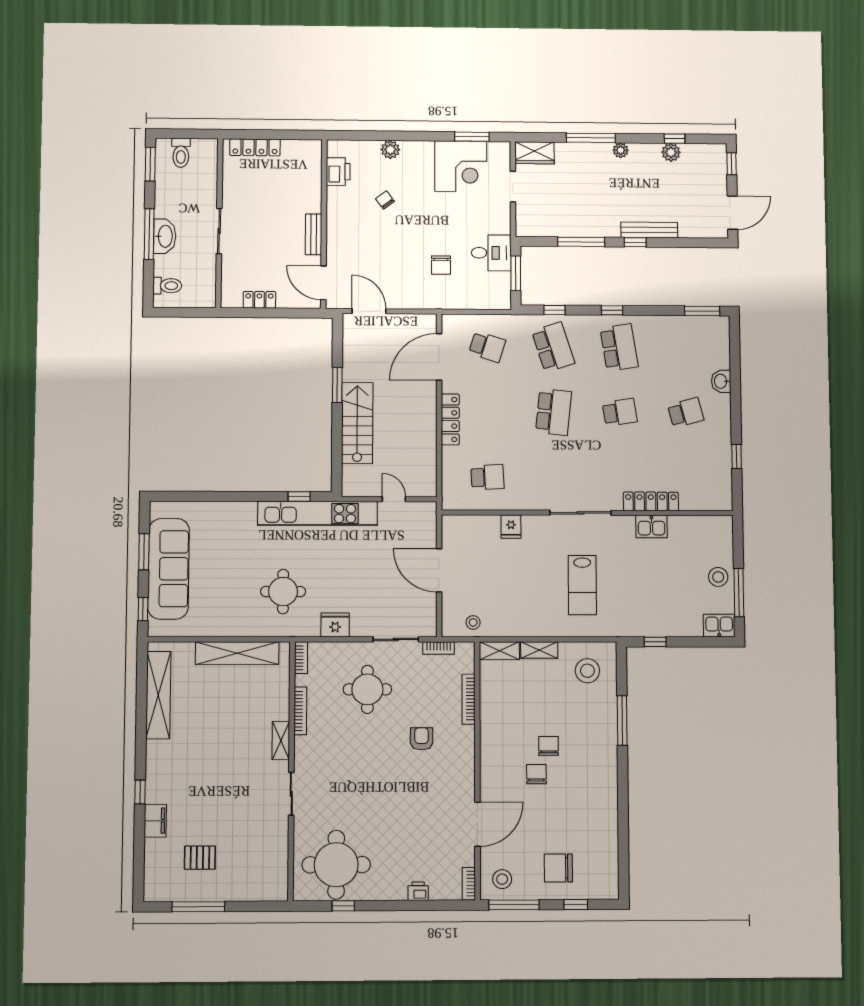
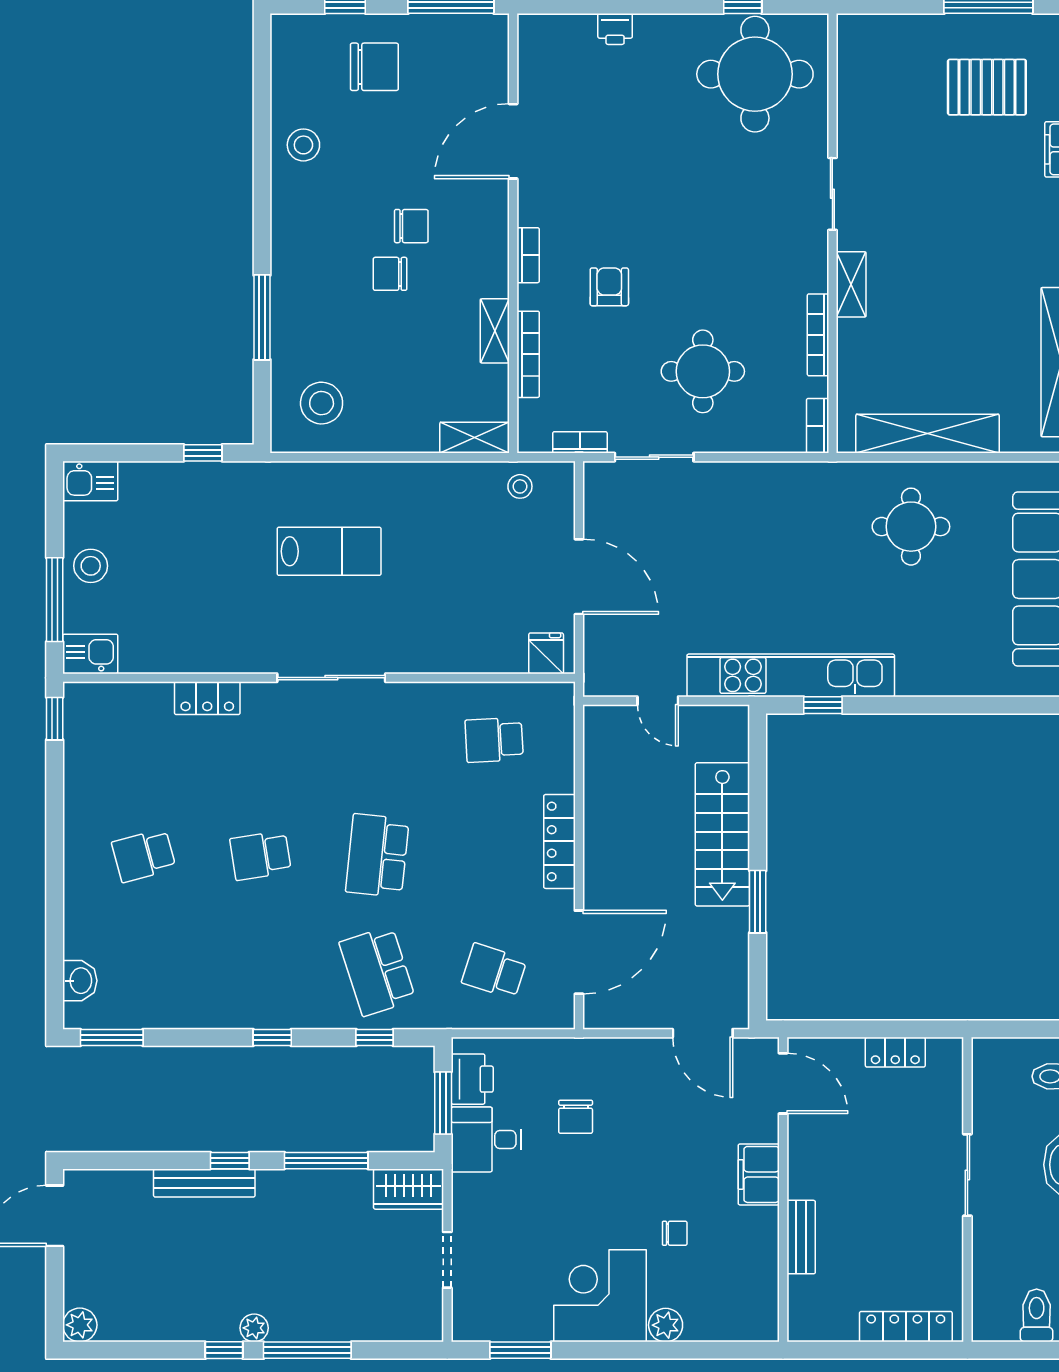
window: (675, 139) -> (224, 1350), moved
plant: (671, 152) -> (80, 1325), moved
wardrobe: (534, 153) -> (409, 1189), moved, turned 180
window: (732, 164) -> (55, 1305), removed
corner desk: (461, 166) -> (600, 1296), moved
printer: (338, 172) -> (472, 1079), moved, turned 180
chair: (385, 200) -> (675, 1233), turned -53
filing cabinet: (338, 232) -> (759, 1174), added
bench: (313, 234) -> (801, 1237), moved
chair: (441, 265) -> (576, 1117), turned 180
school desk: (619, 347) -> (261, 971), removed
washbasin: (721, 381) -> (80, 981), moved
window: (737, 457) -> (55, 719), moved
locker: (651, 501) -> (207, 698), width x0.66
fridge: (511, 527) -> (546, 653), moved
kitchen sink: (652, 527) -> (90, 654), moved
lab bench: (582, 585) -> (329, 551), turned 90
round table: (283, 592) -> (911, 527), moved
window: (739, 593) -> (55, 600), moved
fridge: (335, 625) -> (759, 482), removed
shelving: (539, 650) -> (495, 331), moved, turned 90
armchair: (422, 739) -> (609, 287), turned 180
chair: (549, 746) -> (390, 274), turned 90
chair: (536, 774) -> (411, 226), turned -90
pallet: (200, 858) -> (987, 87), width x1.50, depth x1.42
stool: (502, 879) -> (303, 145), moved
bookcase: (469, 884) -> (528, 255), moved

